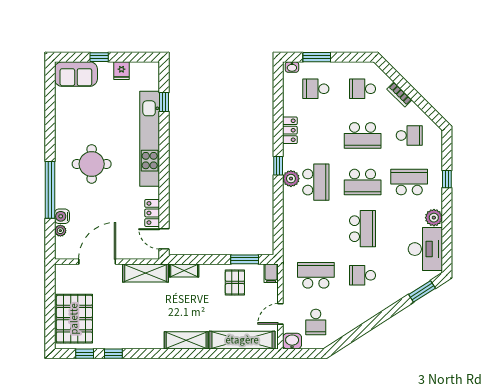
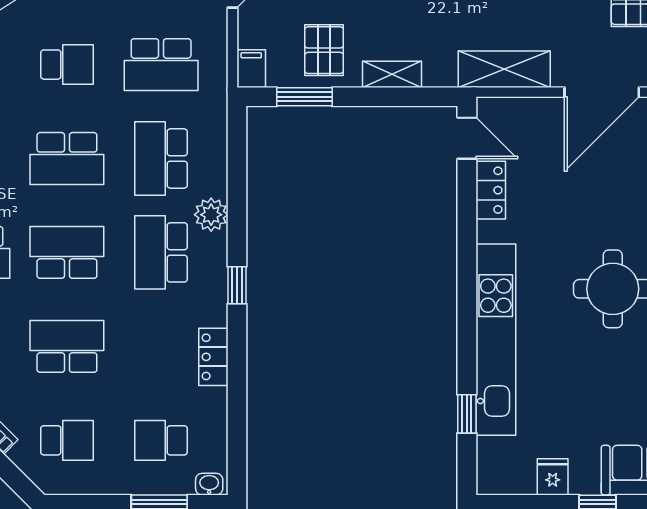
school desk: (316, 89) -> (161, 440), turned 180
plant: (291, 179) -> (211, 215), moved
school desk: (316, 229) -> (161, 158), added
school desk: (363, 229) -> (67, 158), turned -90
shelving: (184, 270) -> (392, 74), moved

